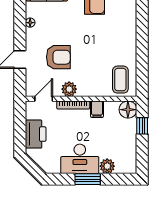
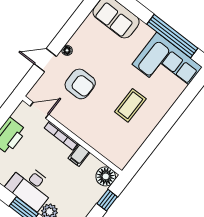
floor lamp: (30, 23) -> (67, 50), moved
coffee table: (120, 80) -> (130, 105), moved
plant: (69, 89) -> (68, 119), removed

